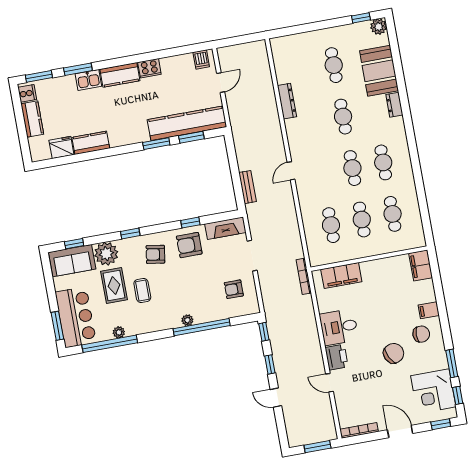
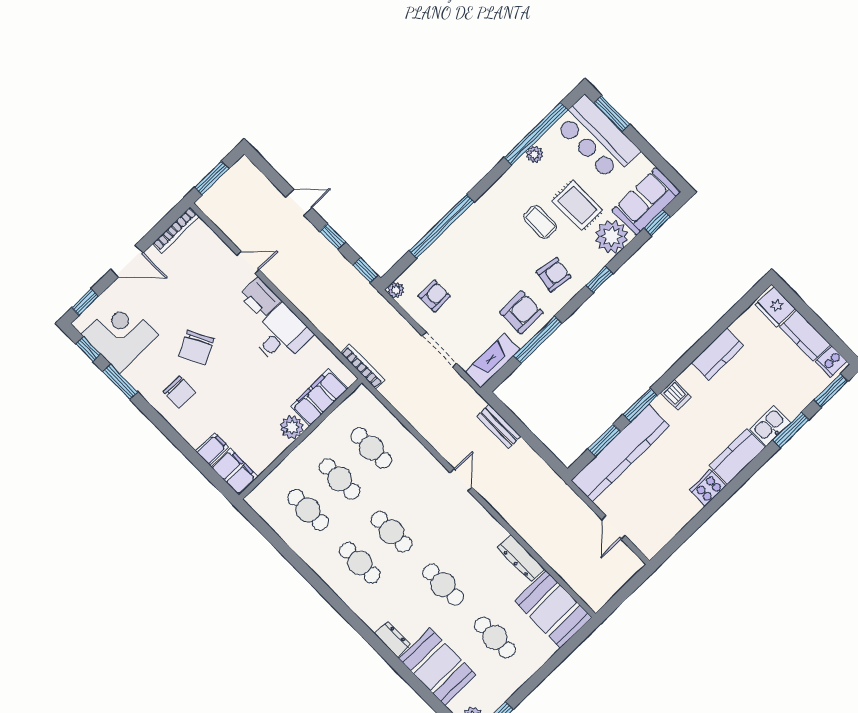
booth: (288, 59) -> (553, 609), added
dishwasher: (201, 60) -> (676, 395), moved, turned 180
fridge: (61, 147) -> (775, 307), moved, turned 90
window: (190, 223) -> (538, 340), width x2.17
plant: (369, 269) -> (292, 427), added
filing cabinet: (429, 310) -> (212, 449), moved
plant: (187, 320) -> (396, 290), moved
chair: (421, 334) -> (179, 392), turned -90

